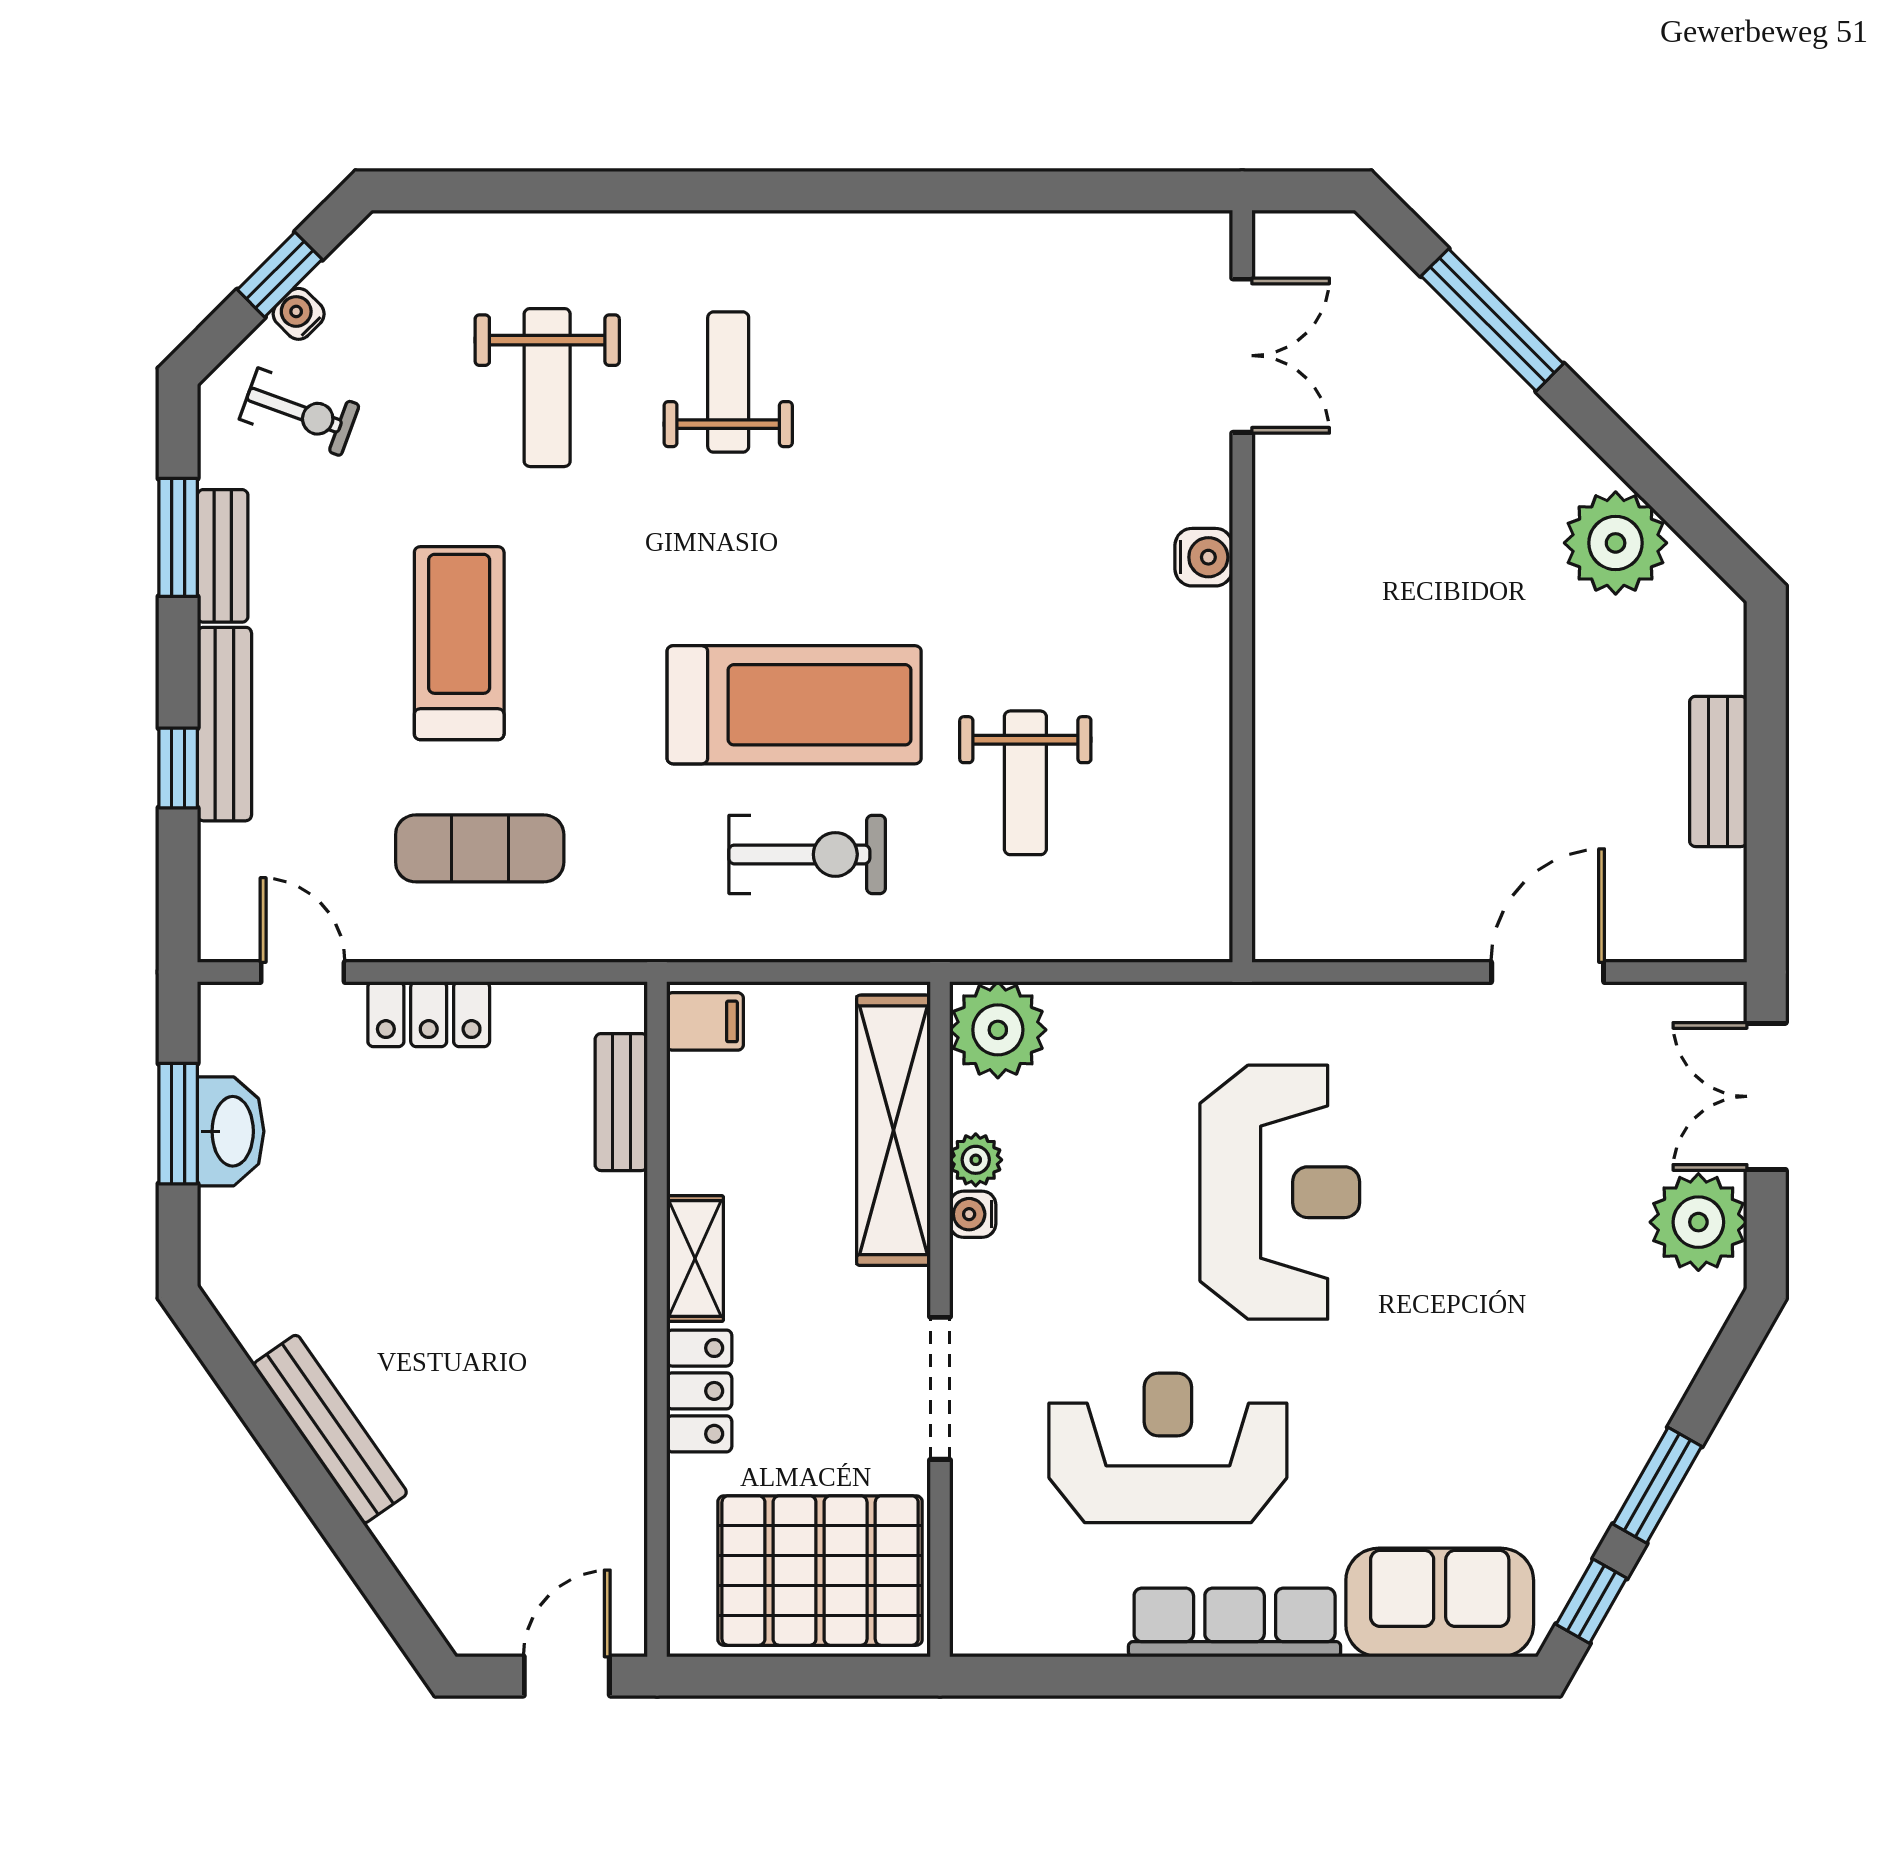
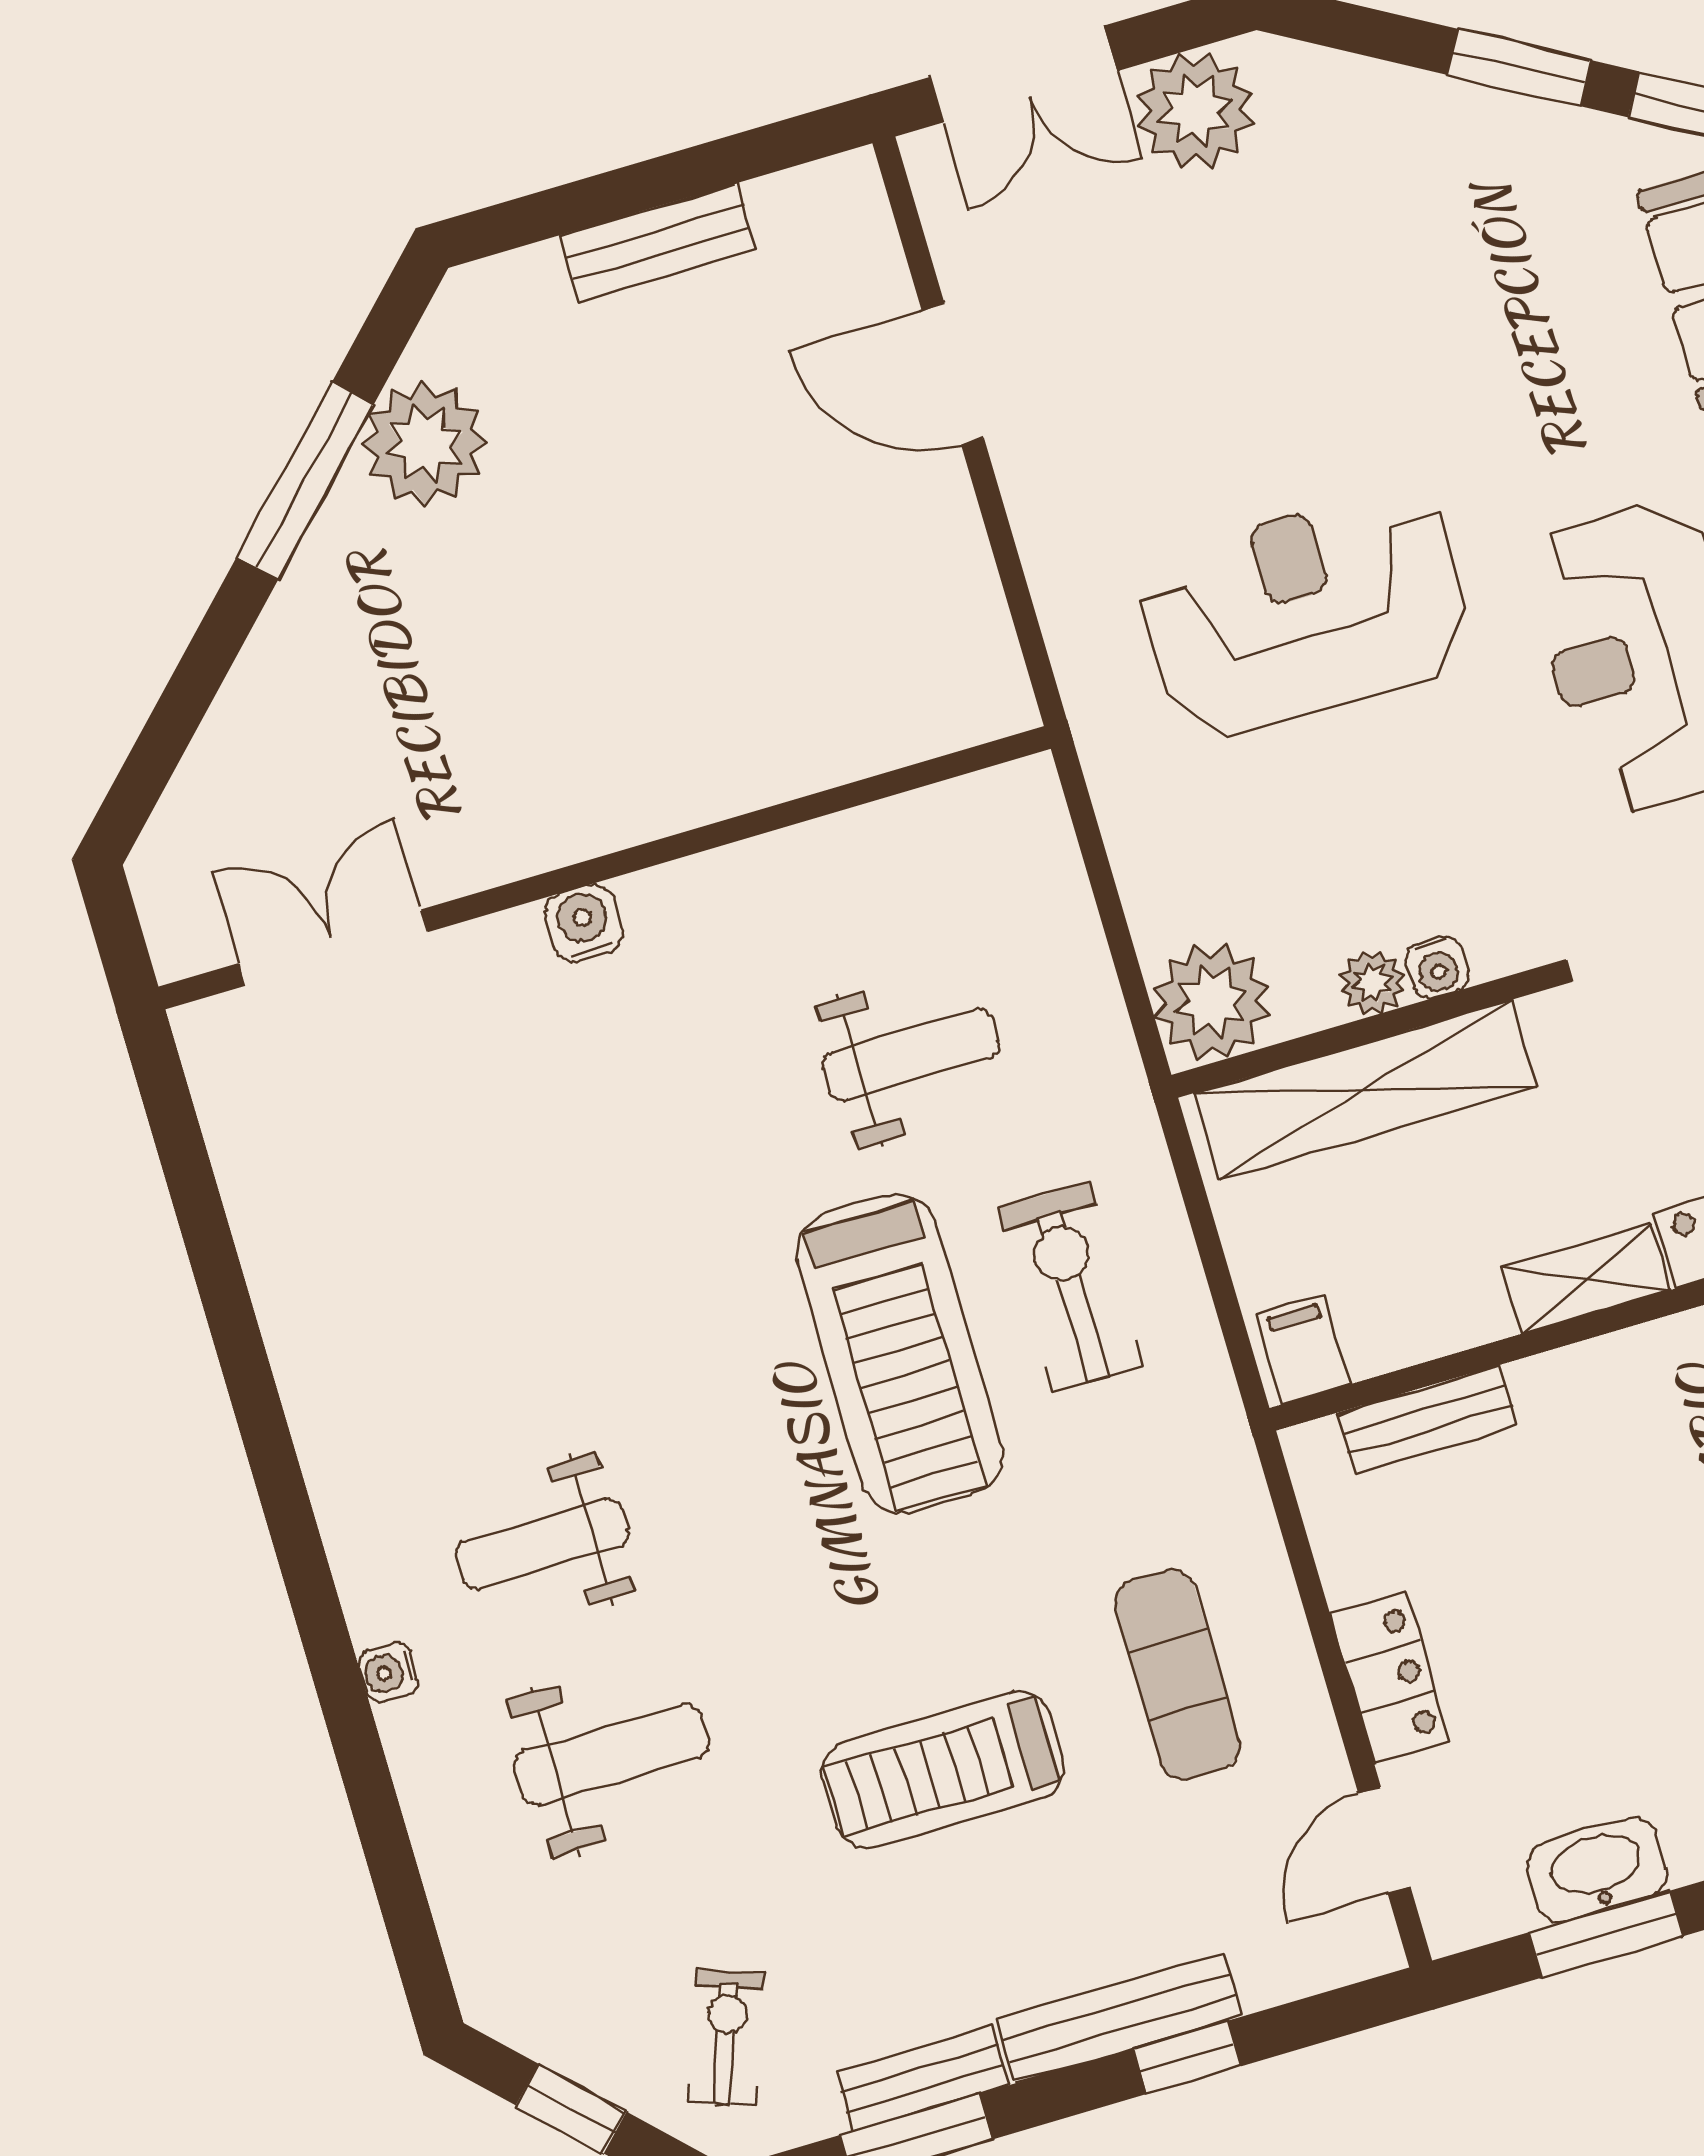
water cooler: (299, 314) -> (388, 1672), moved, turned 45
window: (1492, 320) -> (305, 481), moved
treadmill: (794, 705) -> (899, 1354), turned 180

